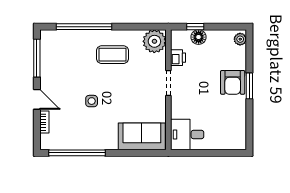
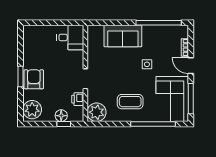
plant: (240, 39) -> (32, 110), width x1.87, depth x1.87
corner sofa: (60, 58) -> (172, 99), added
sofa: (142, 136) -> (123, 36), moved

